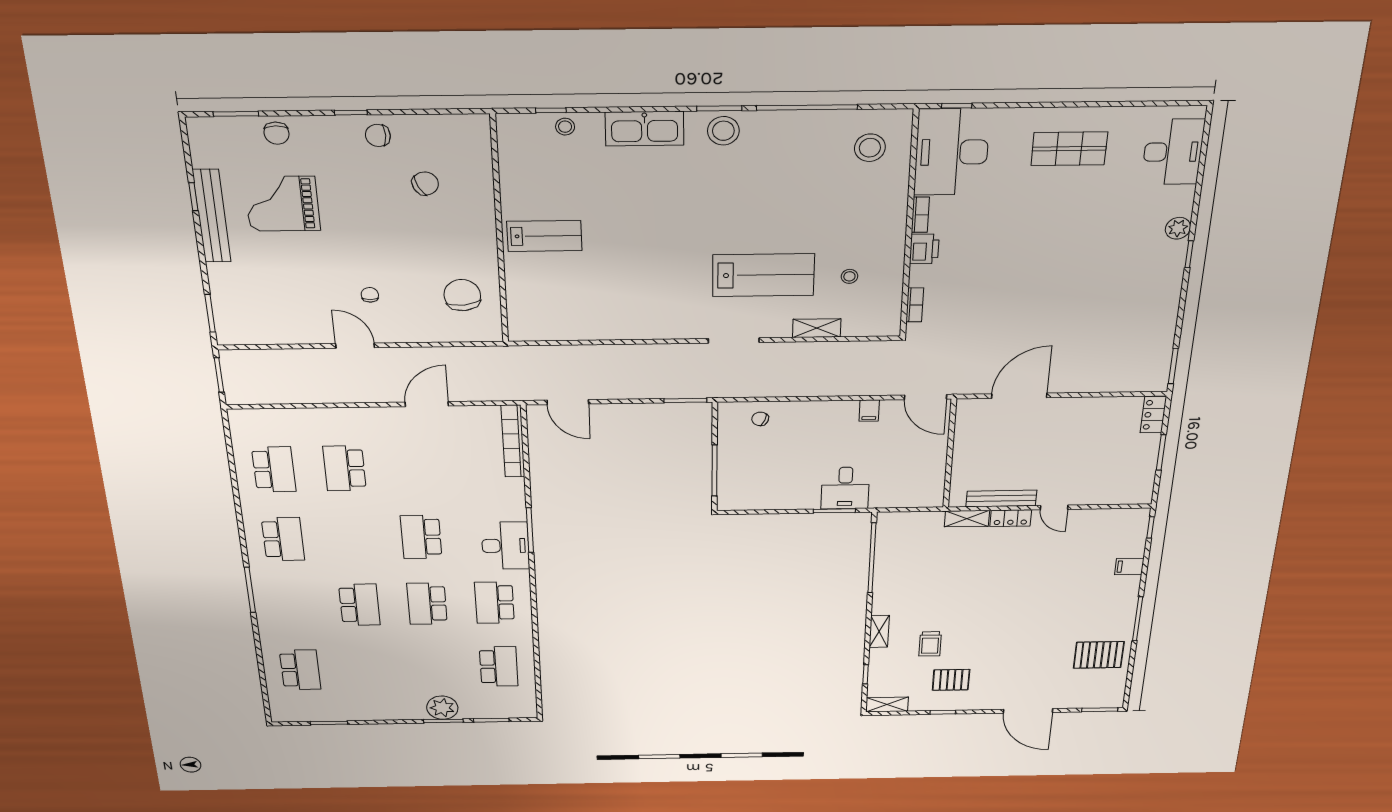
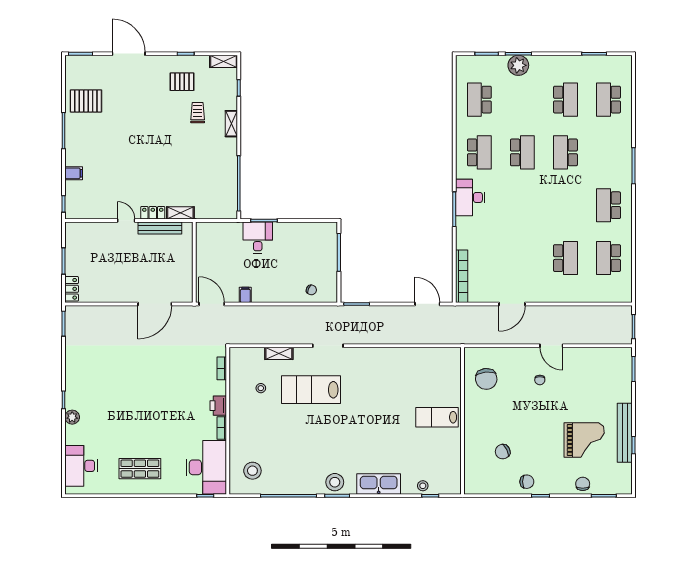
school desk: (421, 537) -> (565, 100), moved

